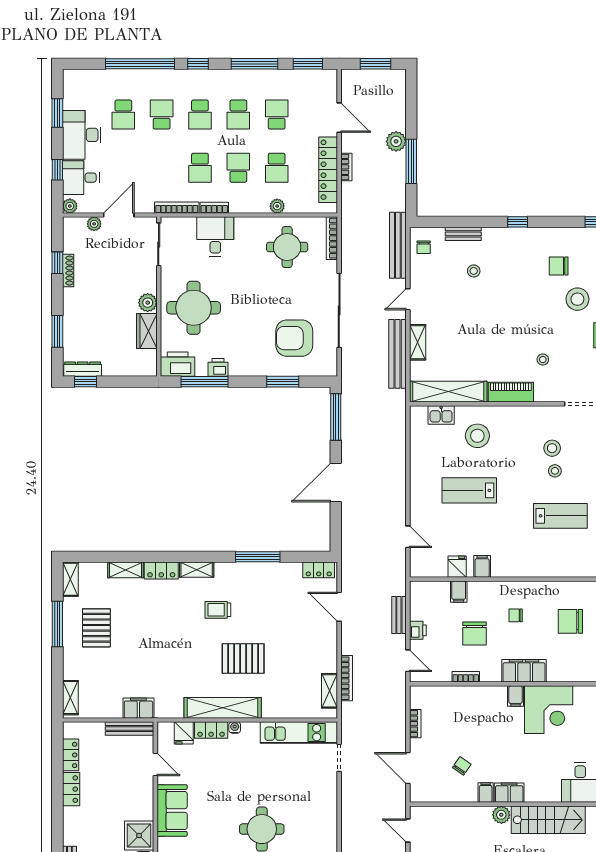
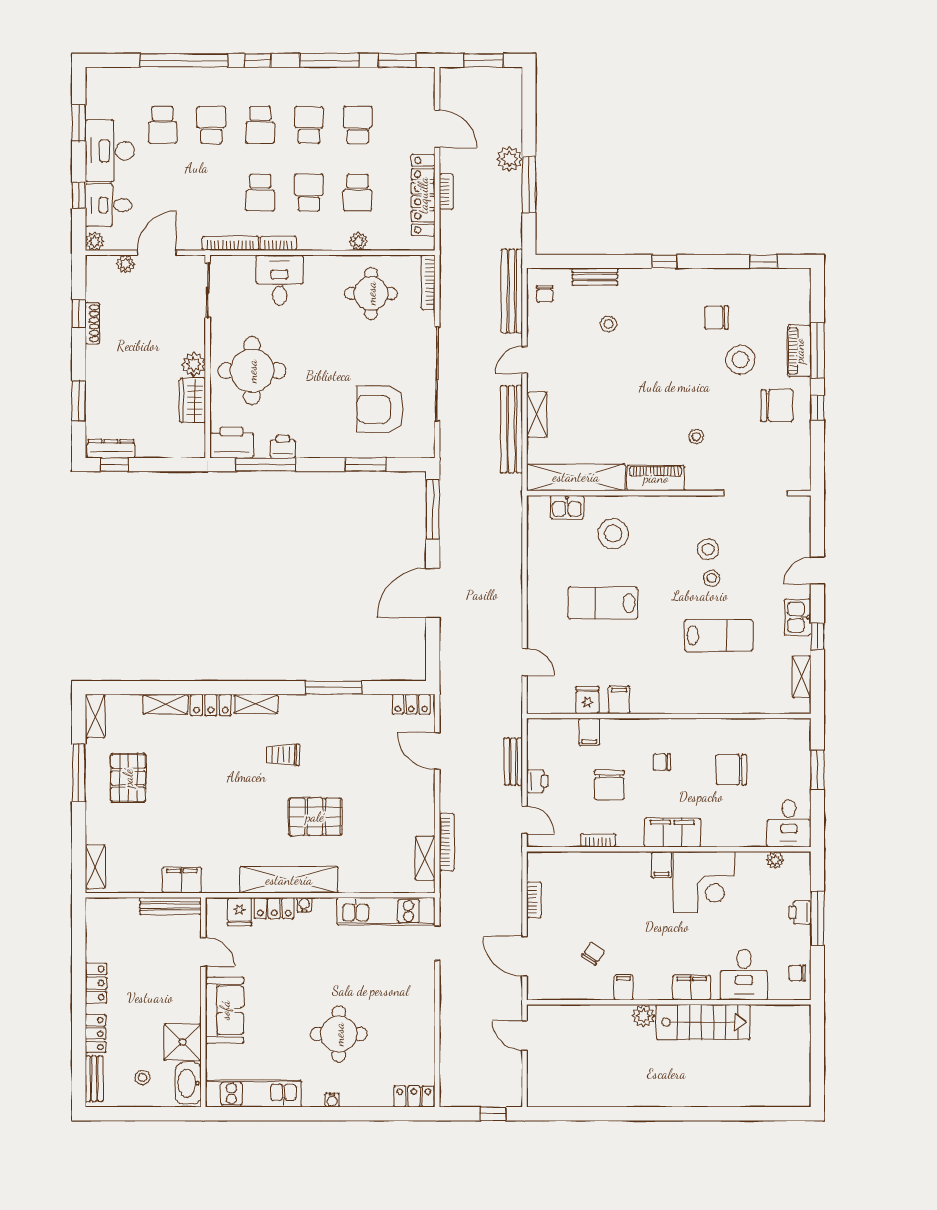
school desk: (238, 115) -> (309, 125), turned 180
locker: (71, 755) -> (96, 1034), moved
filing cabinet: (509, 793) -> (692, 988), moved

